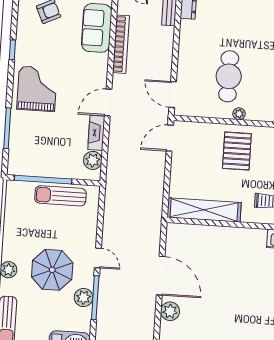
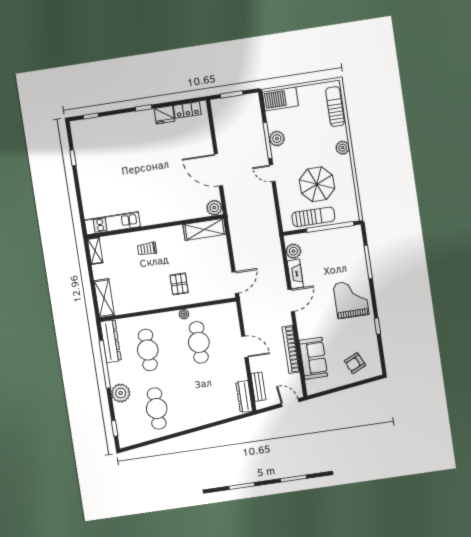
grand piano: (37, 89) -> (351, 299), turned 180
door: (173, 94) -> (245, 347), moved
pallet: (237, 151) -> (179, 284), width x0.67, depth x0.71
shelving: (204, 210) -> (205, 229), width x0.68
parasol: (52, 270) -> (317, 184), moved
plant: (170, 311) -> (214, 208), moved

